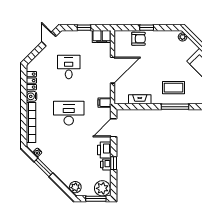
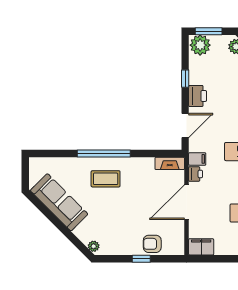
window: (84, 28) -> (225, 259), removed
fireplace: (140, 99) -> (170, 163), moved
window: (175, 107) -> (104, 154), width x1.46
printer: (106, 165) -> (196, 174), moved

